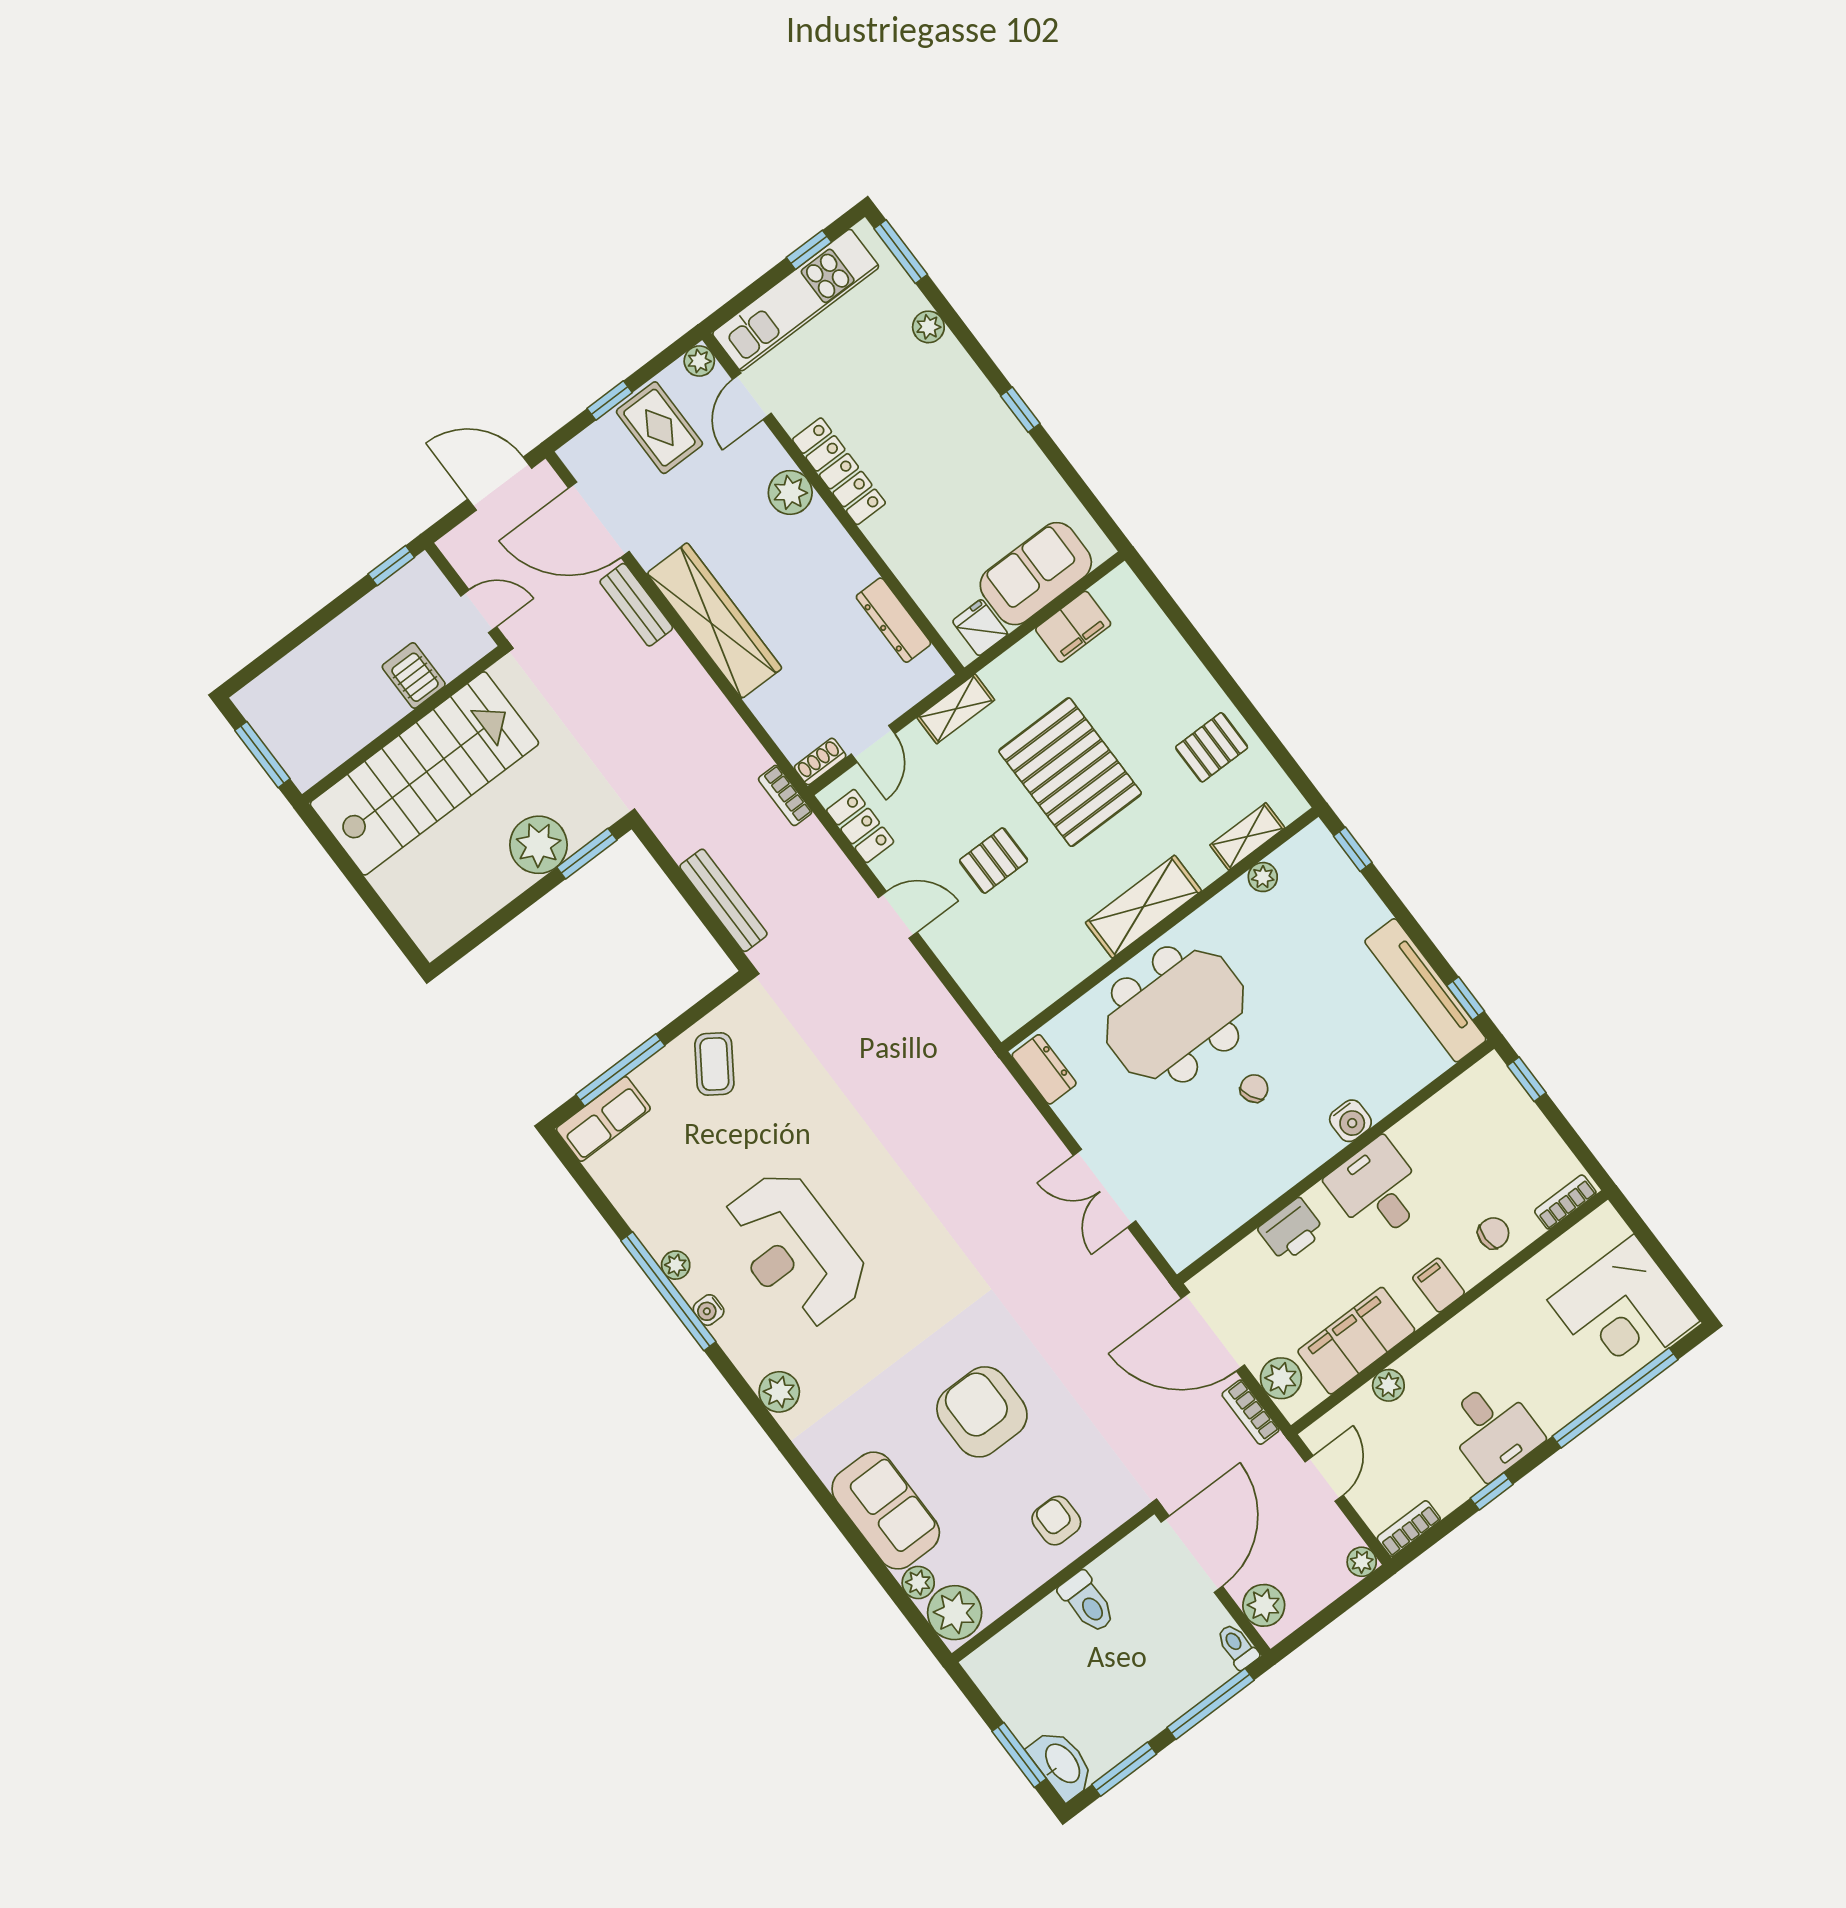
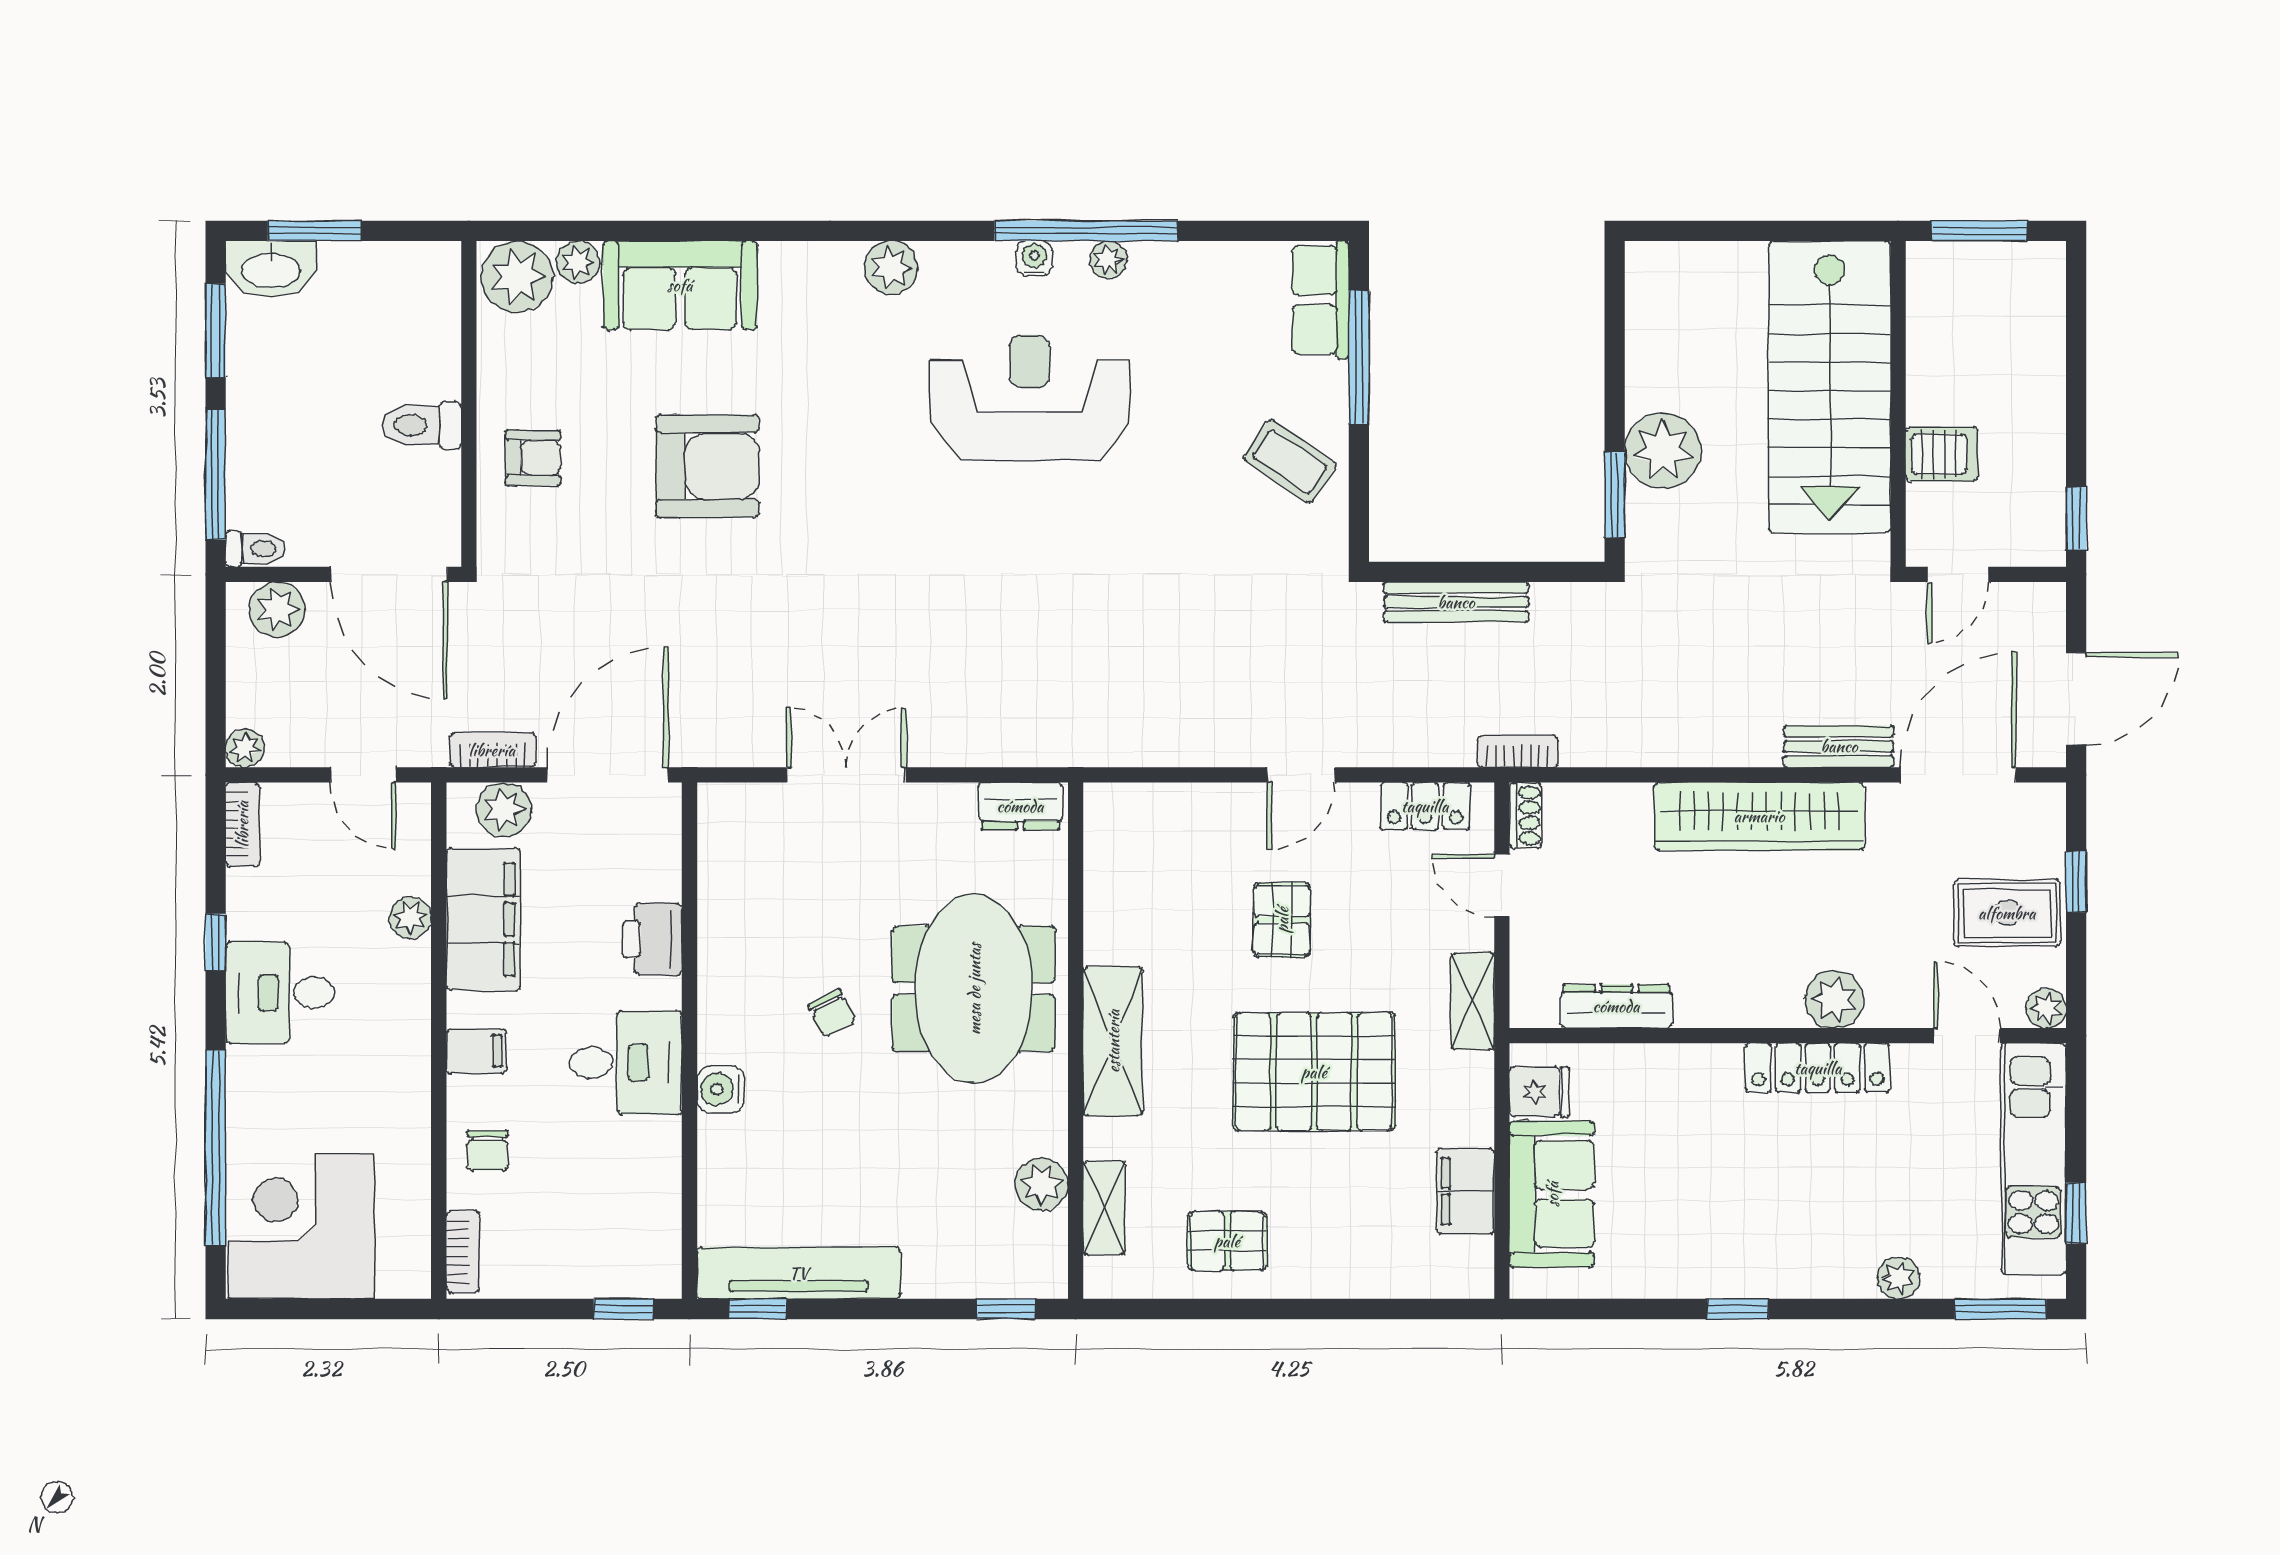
pallet: (1212, 747) -> (1227, 1241), turned 90
plant: (1263, 877) -> (1042, 1184), width x1.38, depth x1.38

